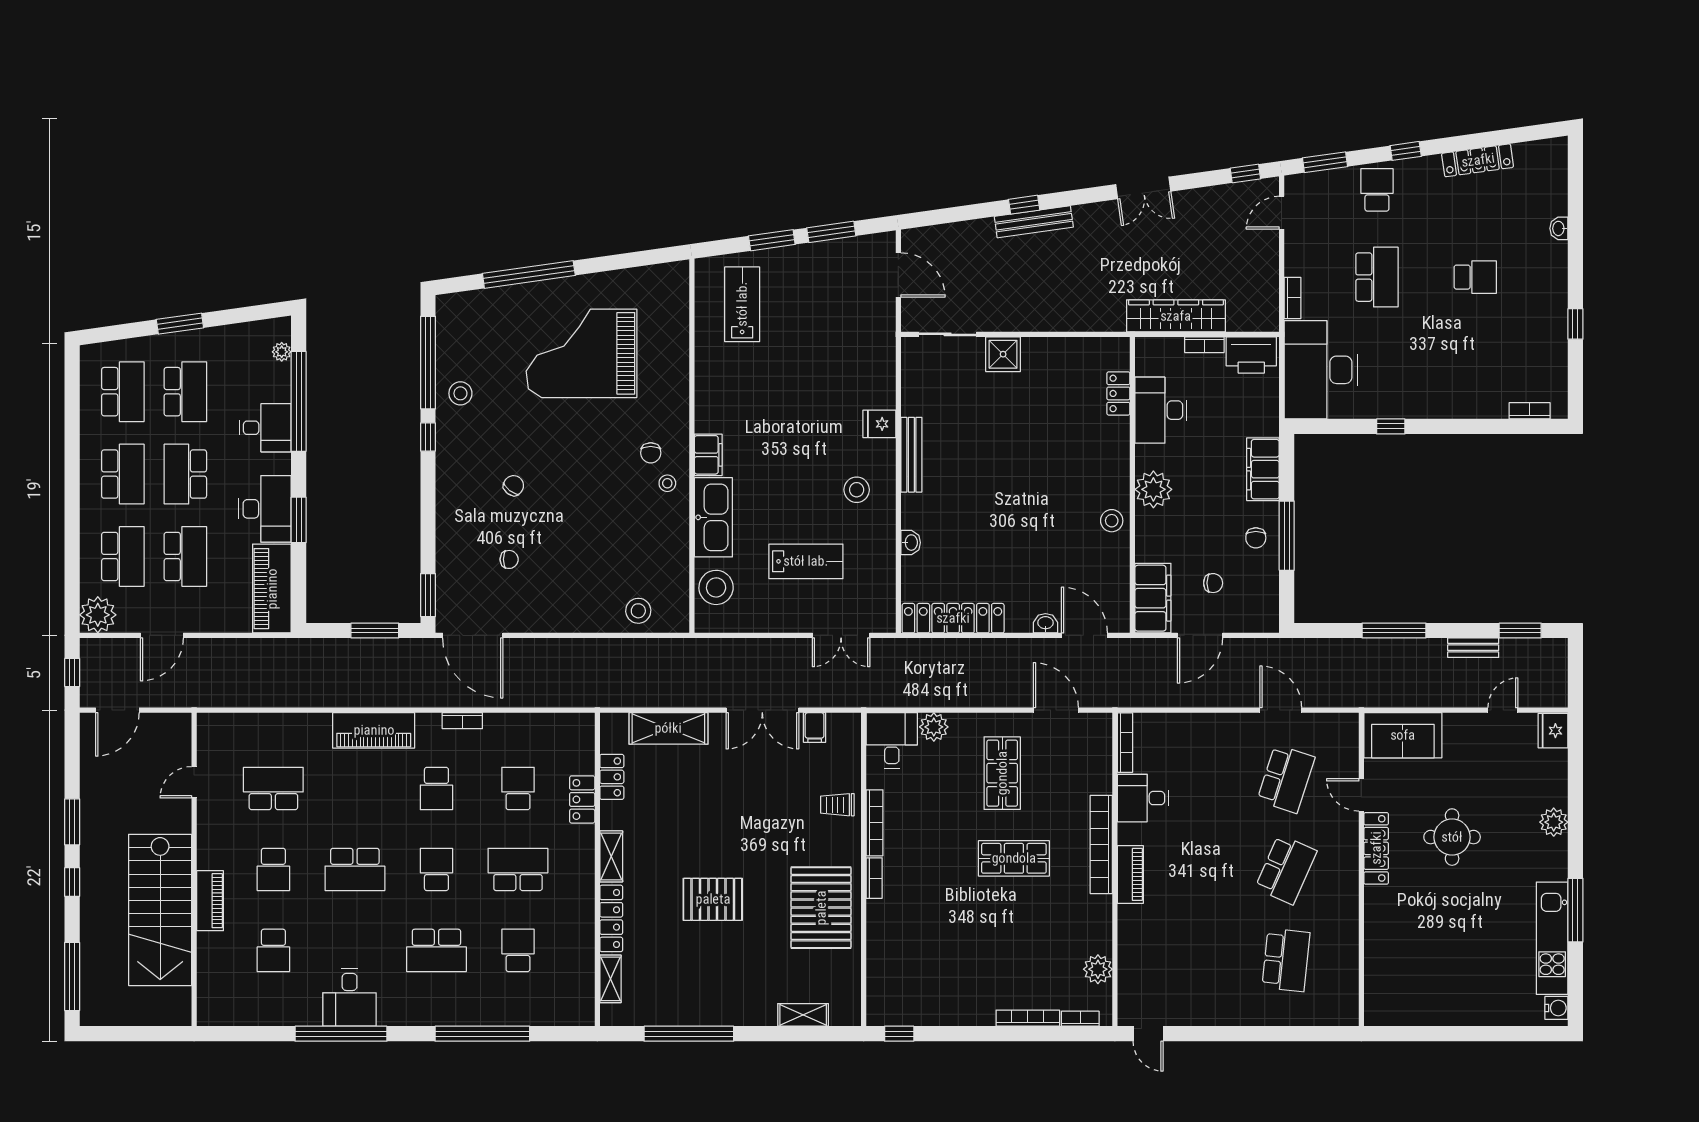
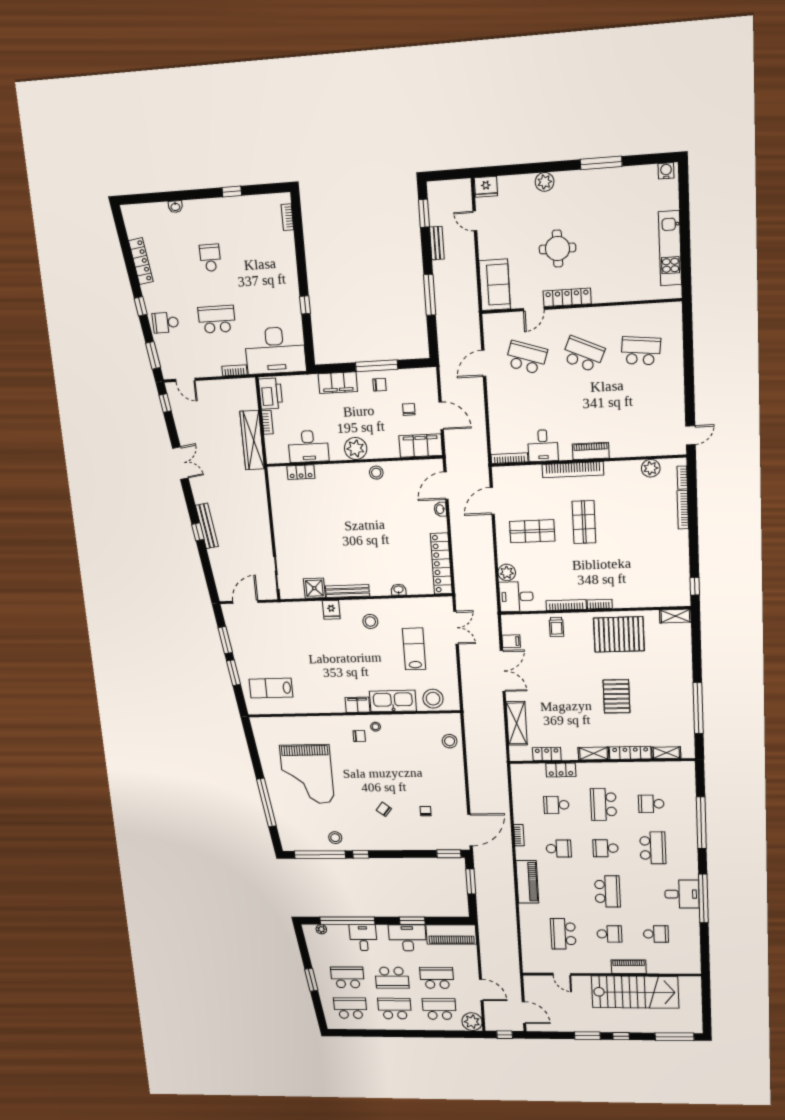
shower: (1003, 354) -> (314, 588), moved
kitchen unit: (1552, 938) -> (670, 248), moved, turned 90
shelving: (803, 1015) -> (675, 616), moved, turned 90

